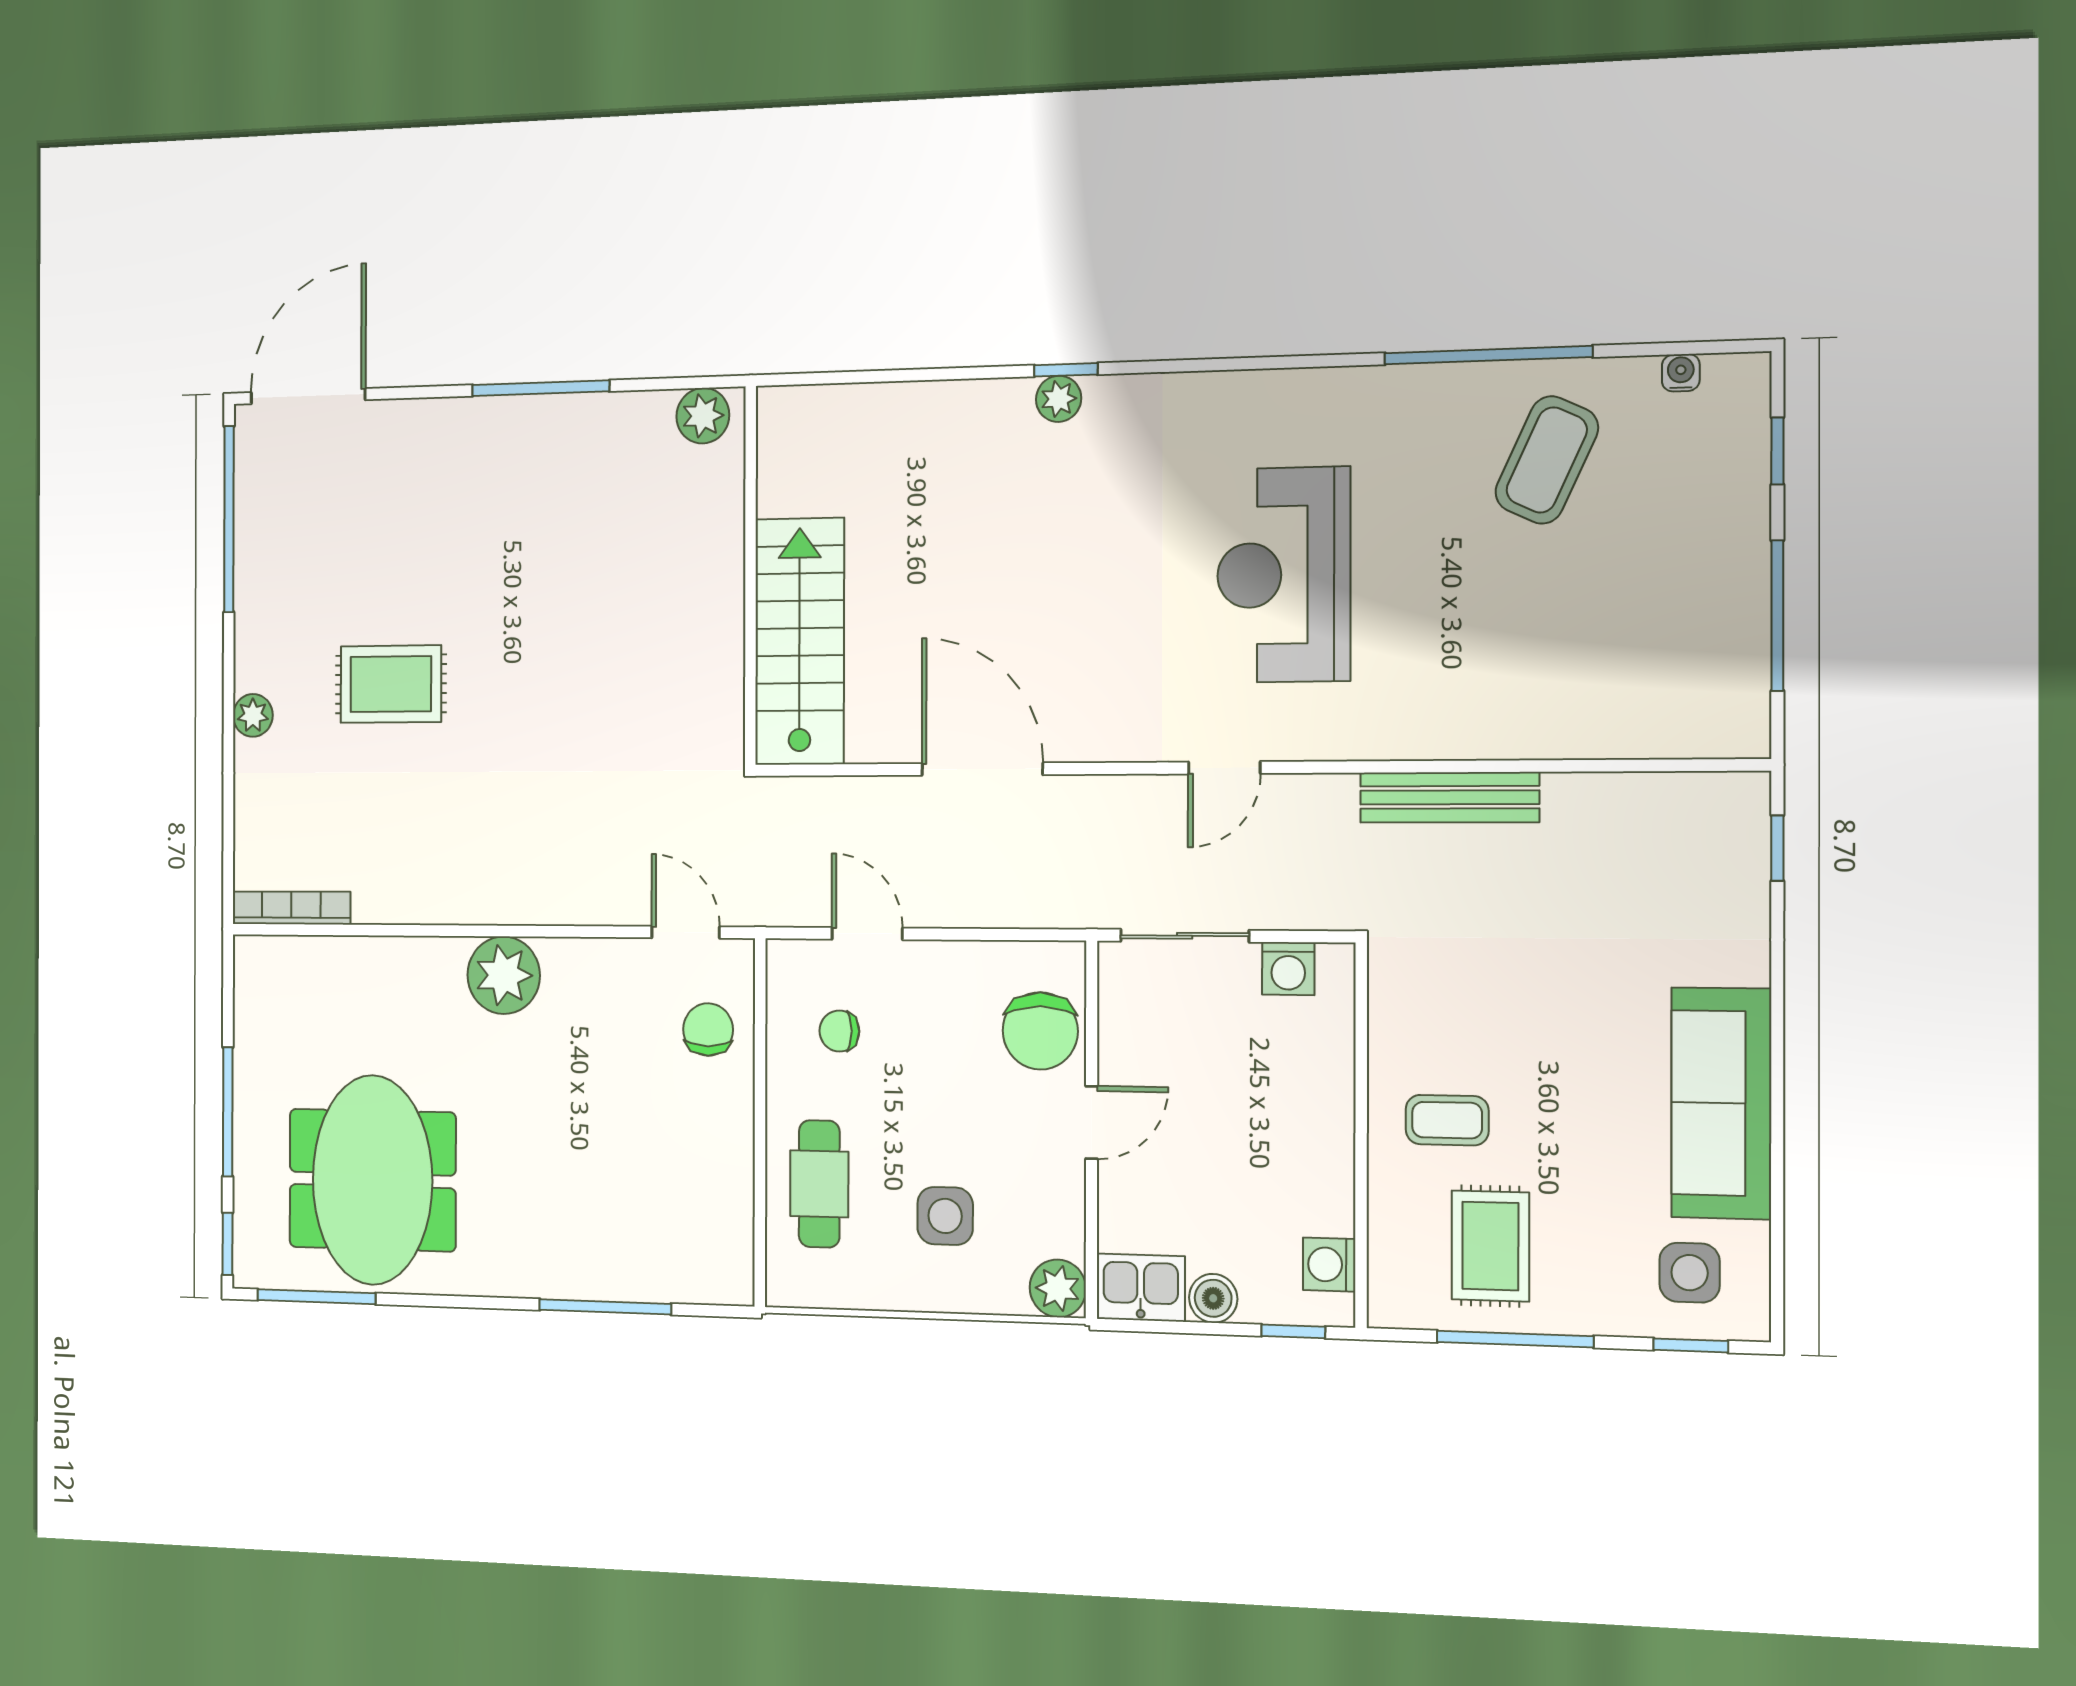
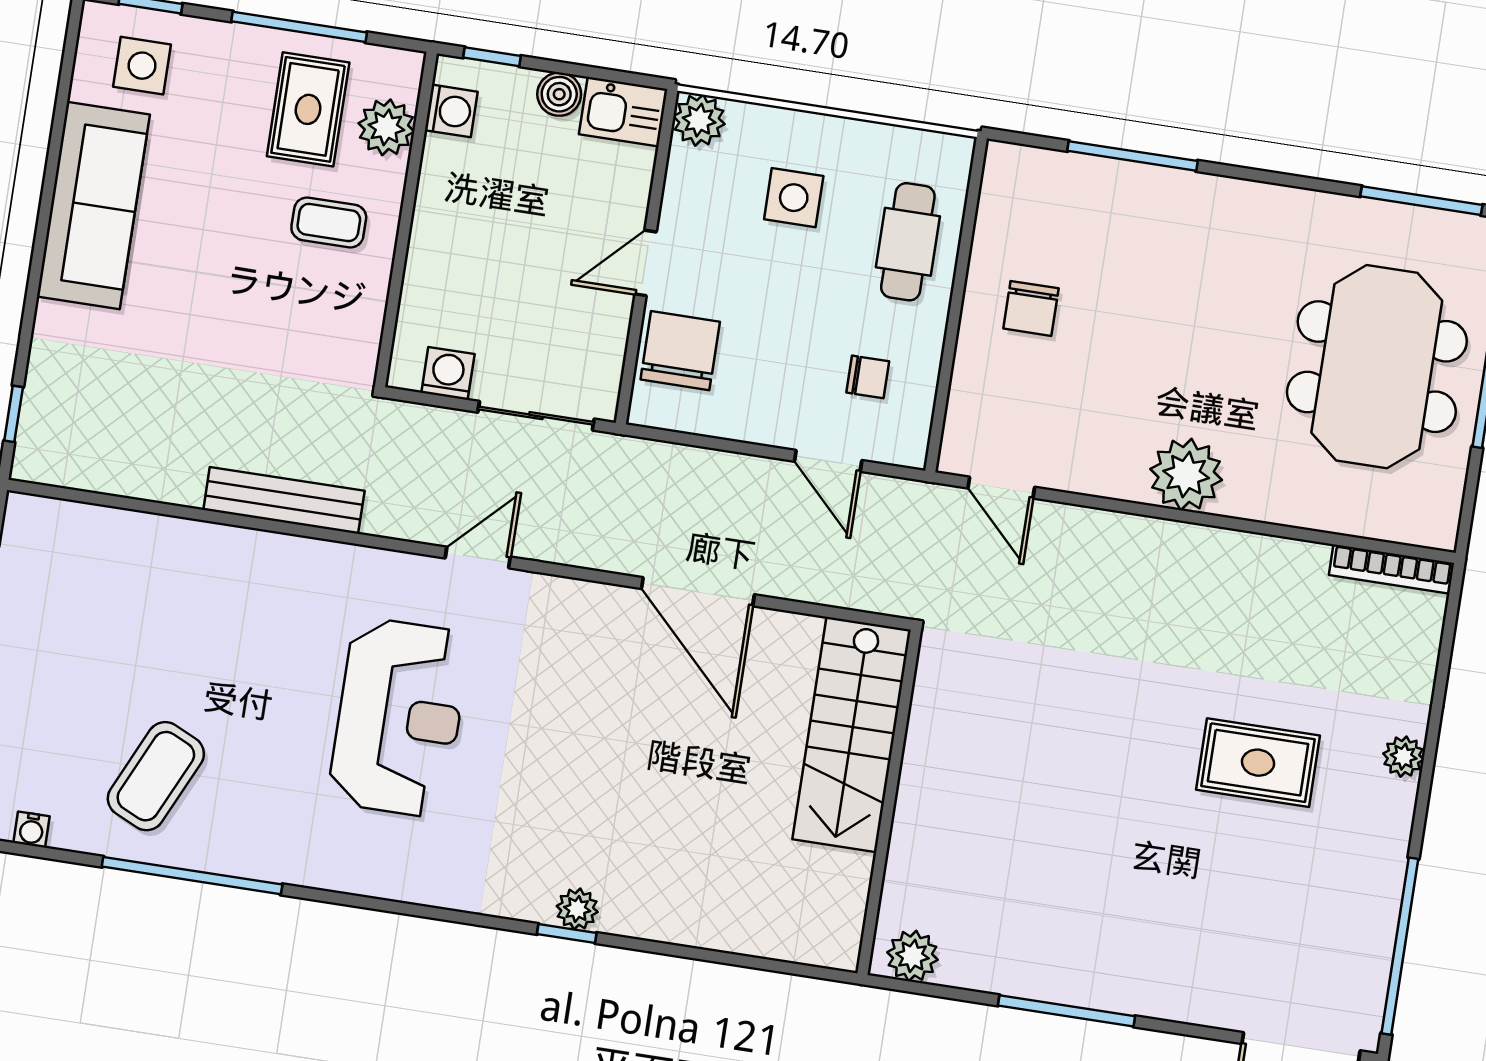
chair: (708, 1029) -> (1031, 308), moved
meeting table: (372, 1180) -> (1377, 367), moved
plant: (1399, 1237) -> (386, 127), added

